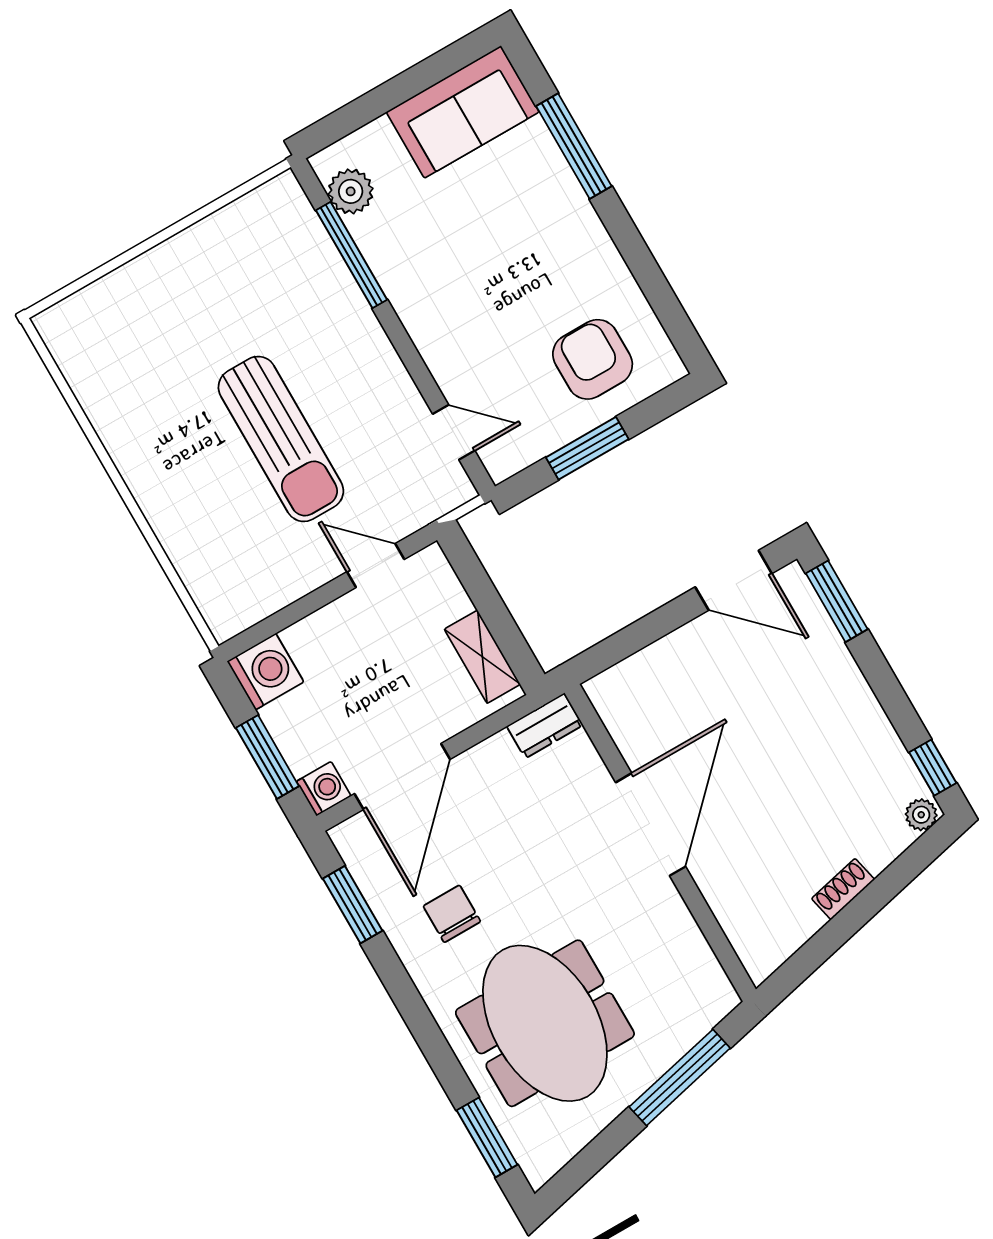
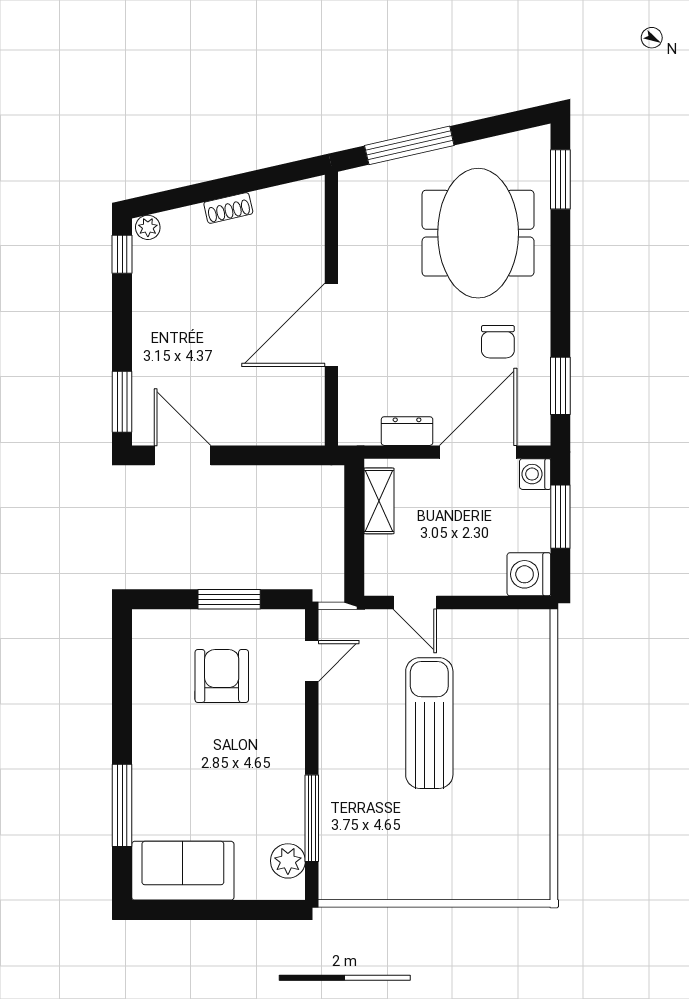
armchair: (593, 359) -> (222, 676), moved, turned 180
door: (454, 432) -> (312, 661), swing flipped
dresser: (545, 726) -> (407, 431), moved

